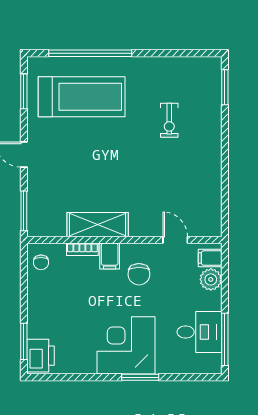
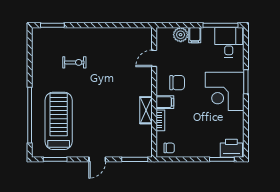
shelving: (98, 225) -> (146, 110), width x0.67, depth x0.75
filing cabinet: (210, 258) -> (195, 35), moved
desk: (199, 332) -> (229, 42), moved

